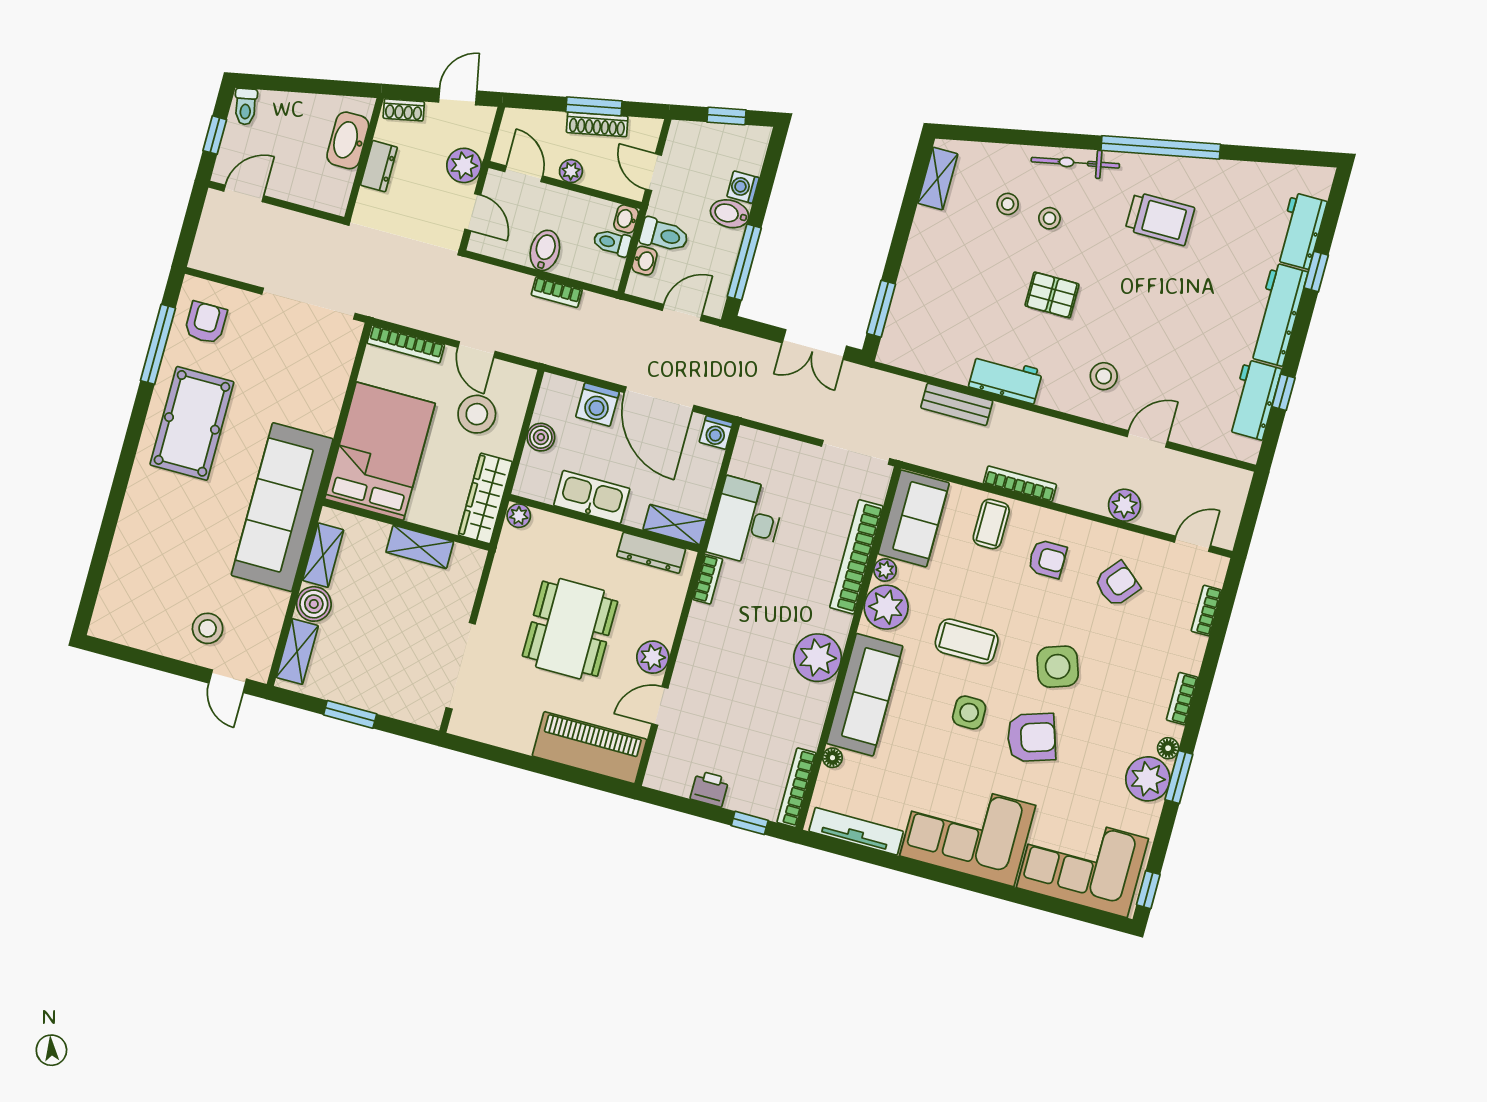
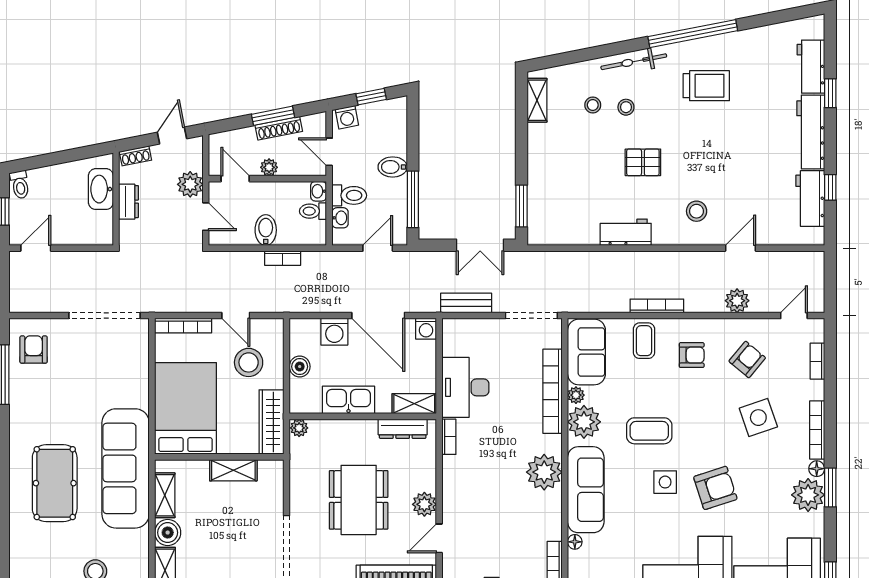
washing machine: (743, 187) -> (347, 117), moved, turned -101
bench: (957, 404) -> (466, 303), moved
pool table: (192, 423) -> (55, 483), moved
side table: (1058, 667) -> (758, 418), moved
bookcase: (1182, 699) -> (817, 430), width x1.56

